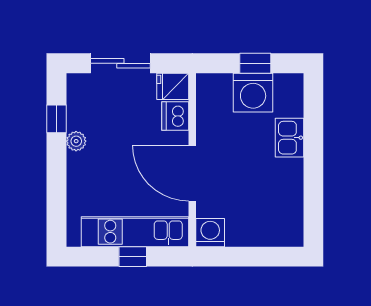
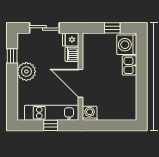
washing machine: (253, 93) -> (127, 45), moved, turned 90
plant: (76, 141) -> (26, 72), width x1.88, depth x1.88

